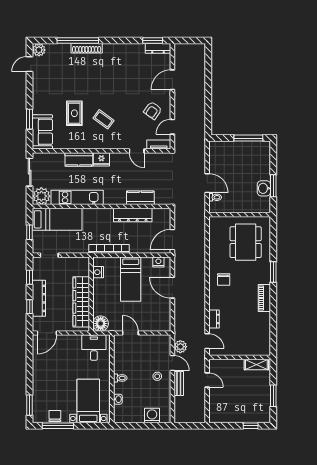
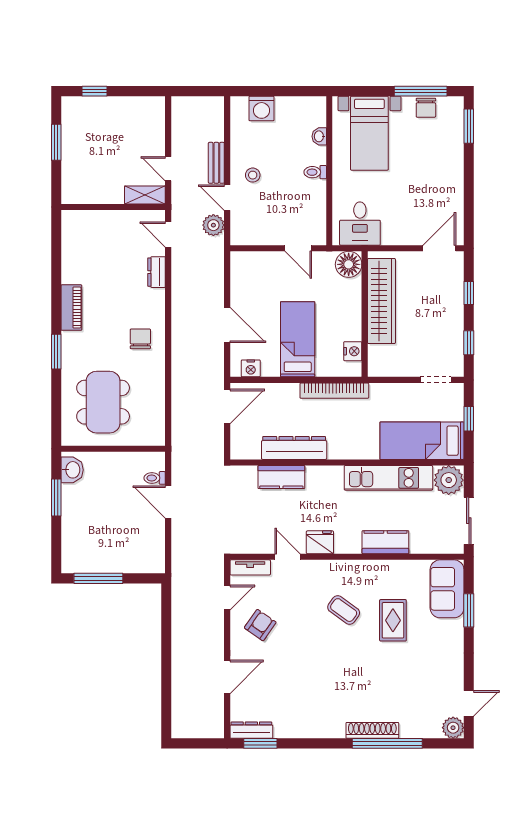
fridge: (101, 159) -> (320, 542), moved
washbasin: (264, 188) -> (72, 470), moved
dresser: (39, 298) -> (453, 307), removed
shelving: (256, 365) -> (145, 195), moved

